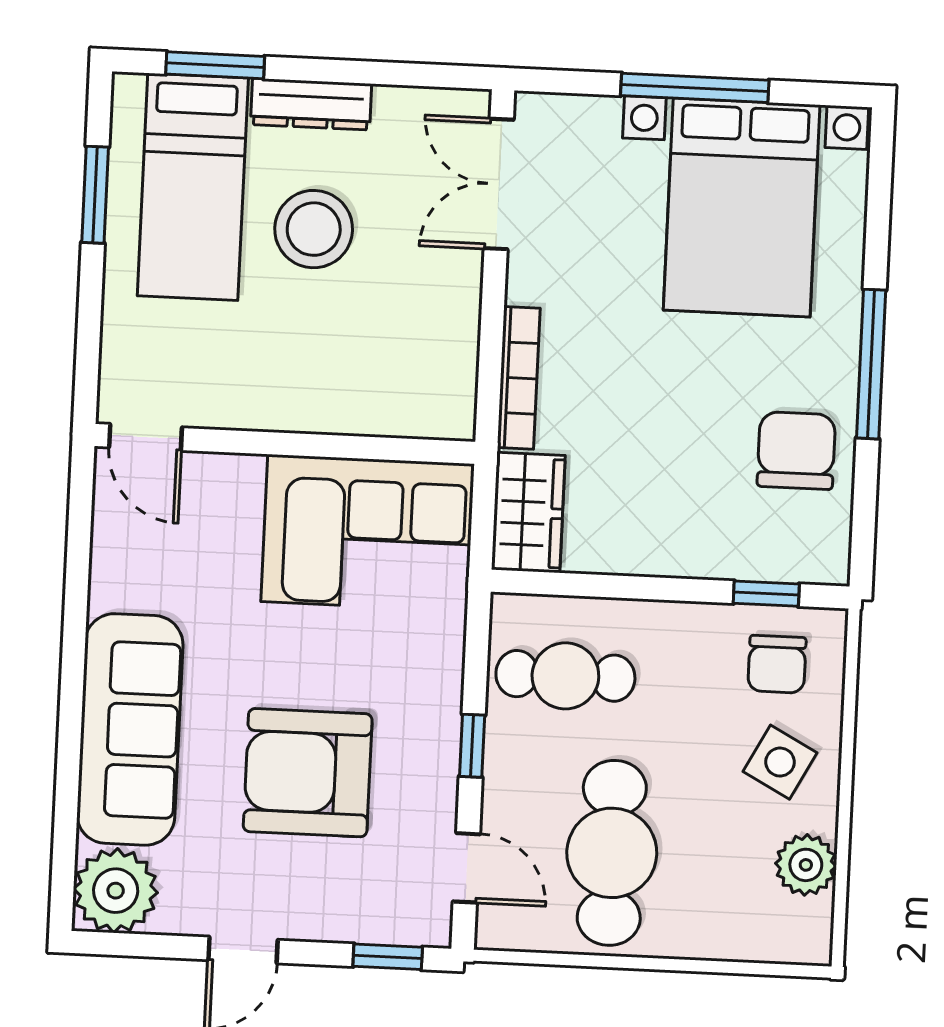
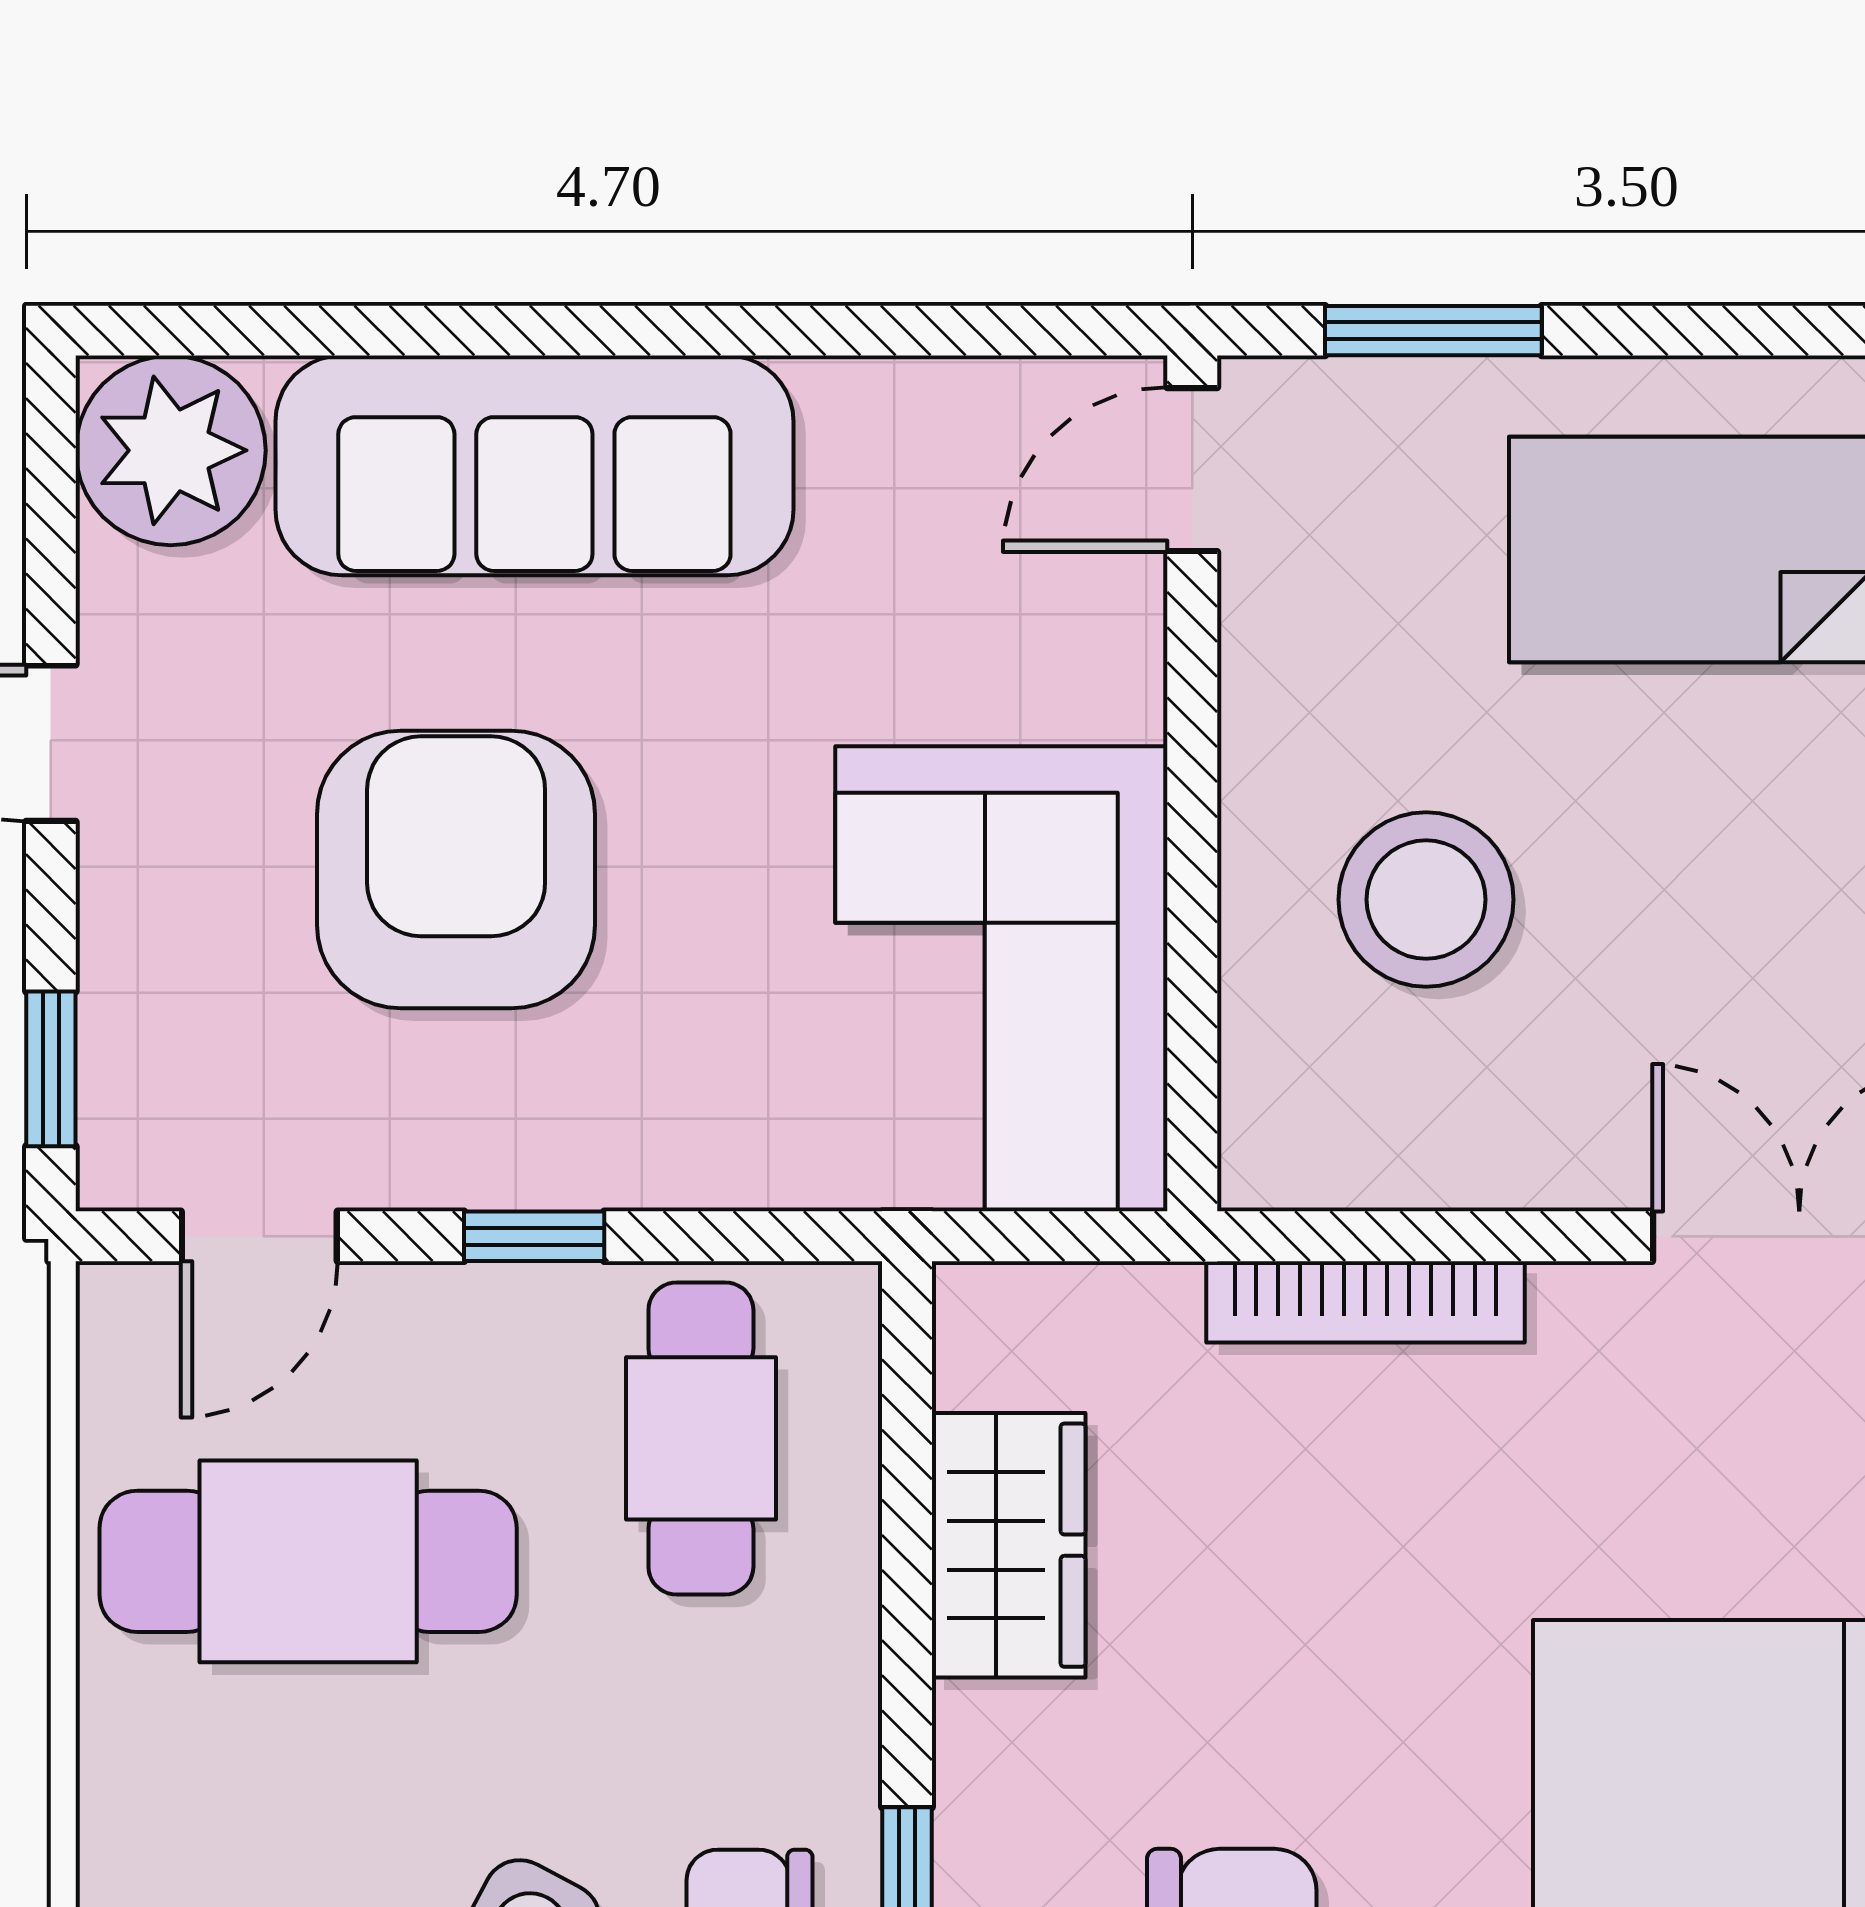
window: (95, 195) -> (1433, 331), moved
stool: (314, 229) -> (1426, 900), moved
wardrobe: (528, 513) -> (1009, 1545), moved, turned -90

